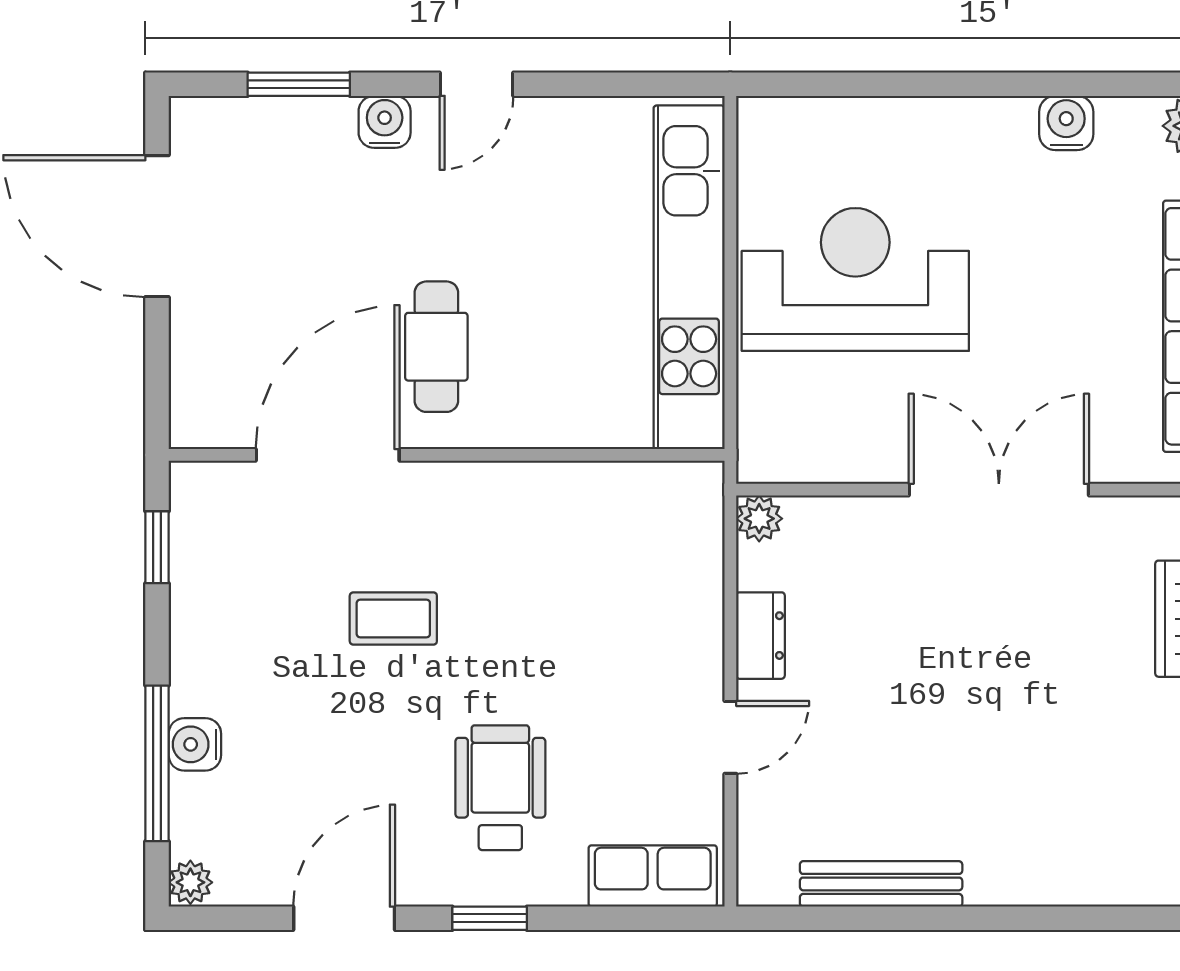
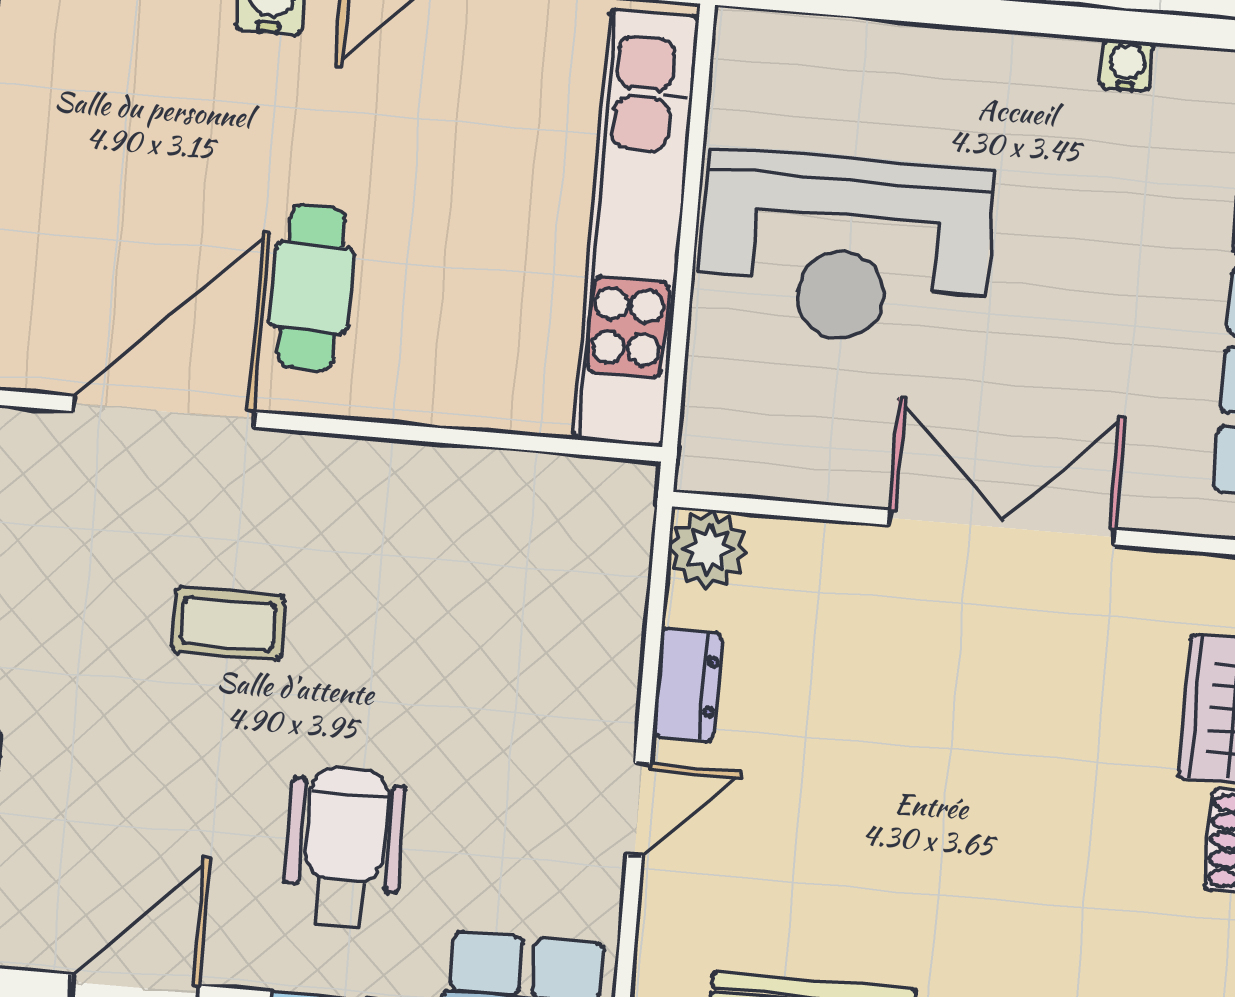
water cooler: (1066, 123) -> (1127, 65), width x0.72, depth x0.72
reception desk: (855, 279) -> (845, 248), turned 180
plant: (759, 519) -> (708, 550), width x1.38, depth x1.38

